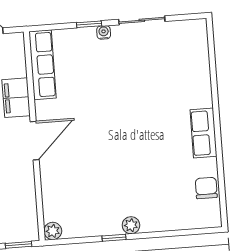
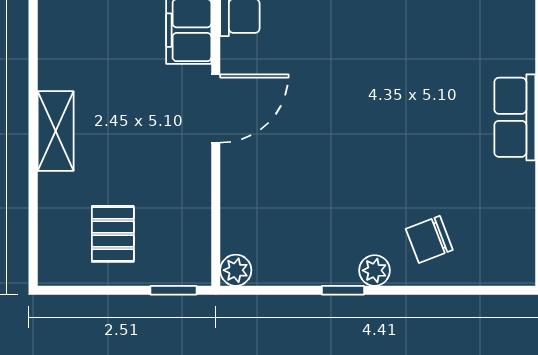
chair: (206, 188) -> (429, 239), moved, turned -111

